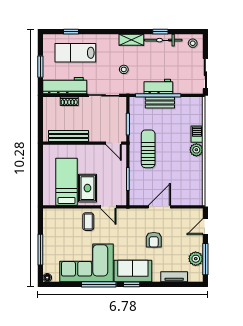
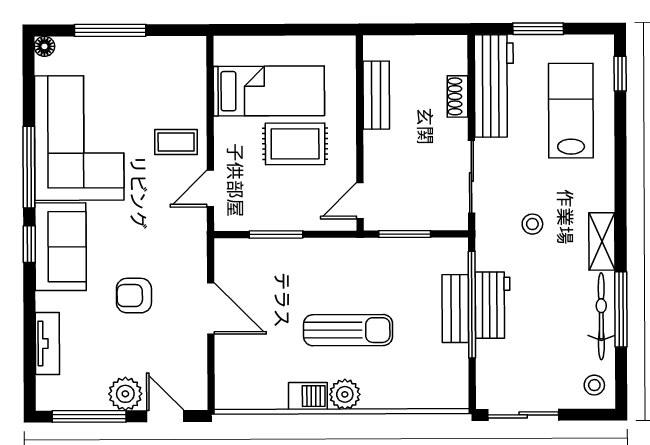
window: (71, 32) -> (620, 74), moved
window: (160, 32) -> (621, 309), width x2.17
barbecue: (197, 134) -> (308, 396), moved
bench: (69, 136) -> (376, 95), width x0.73
sun lounger: (148, 149) -> (348, 330), moved
rug: (87, 188) -> (295, 144), moved
plant: (196, 259) -> (125, 394), moved

